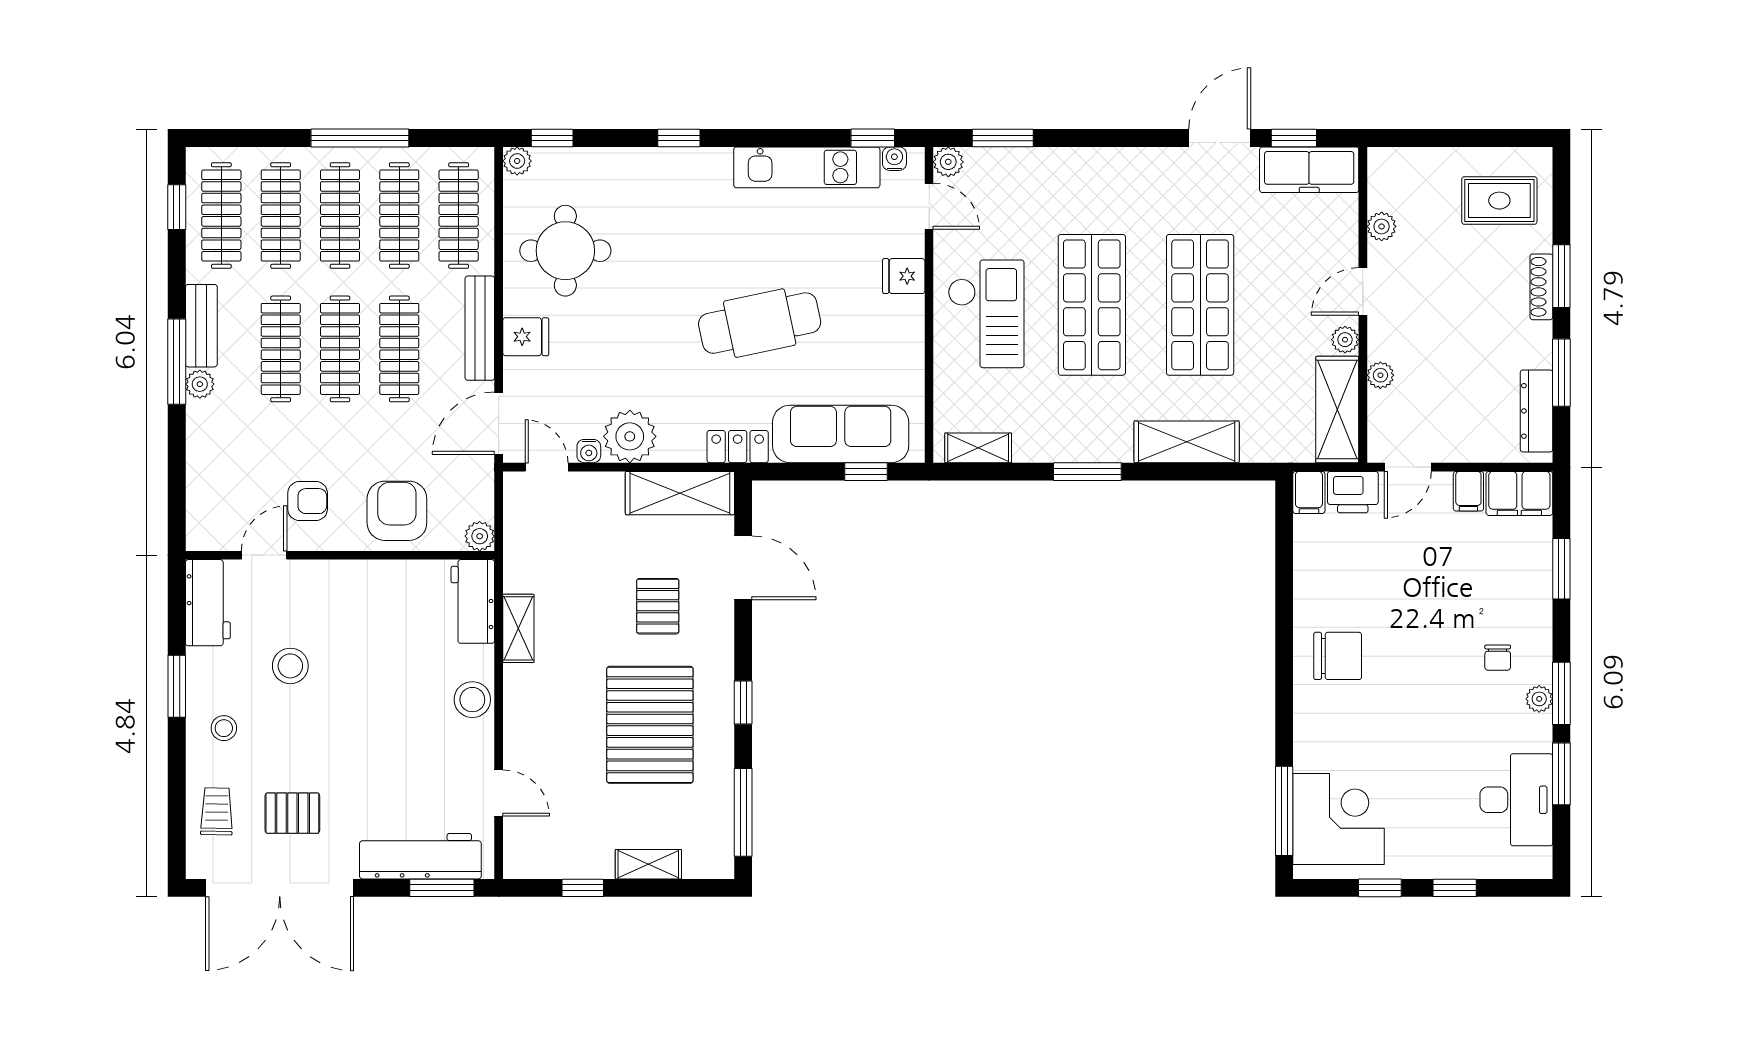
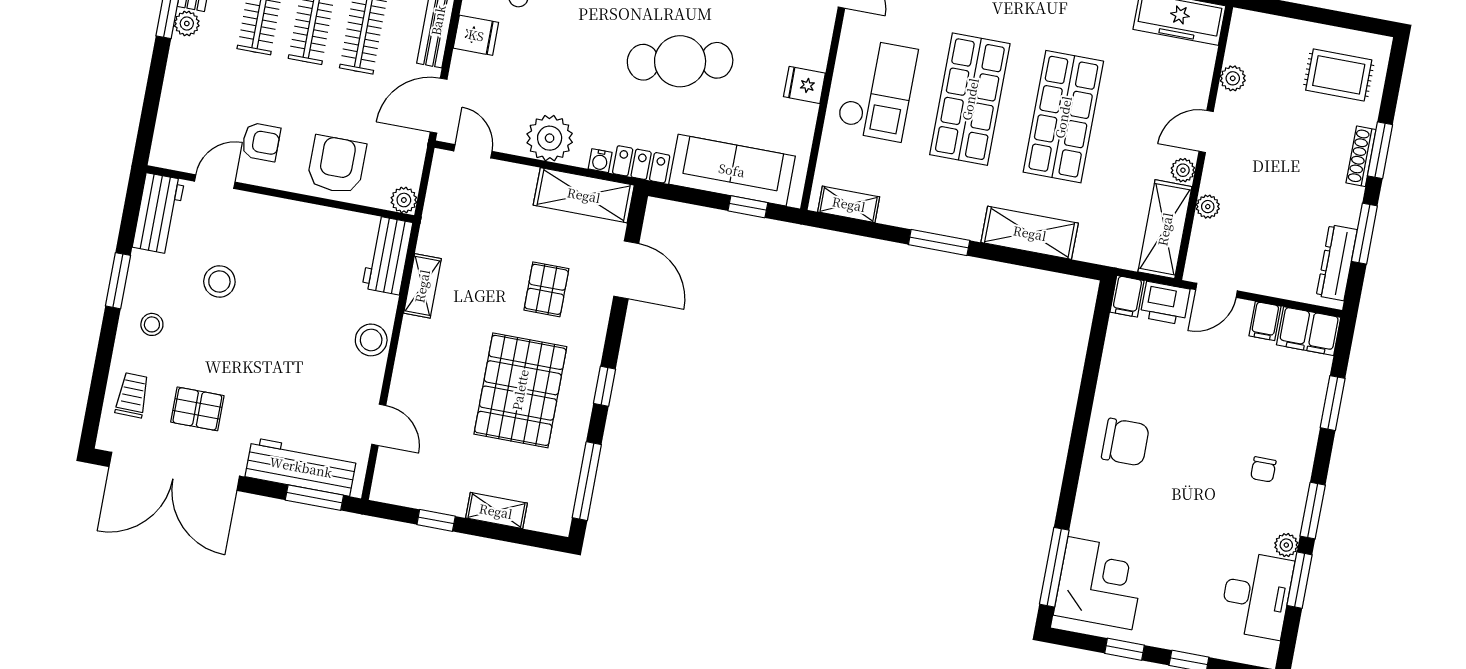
fridge: (904, 276) -> (804, 85), moved
water cooler: (589, 451) -> (600, 161), moved
plant: (1539, 699) -> (1286, 545), moved

